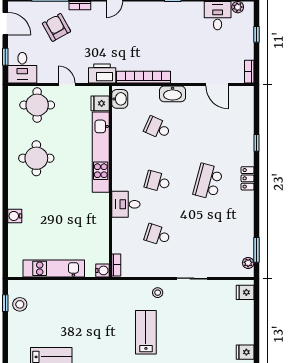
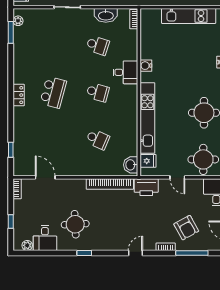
round table: (183, 31) -> (75, 224), added
washbasin: (173, 94) -> (106, 15), moved, turned 180
window: (256, 143) -> (11, 150), moved
water cooler: (102, 270) -> (146, 66), moved

